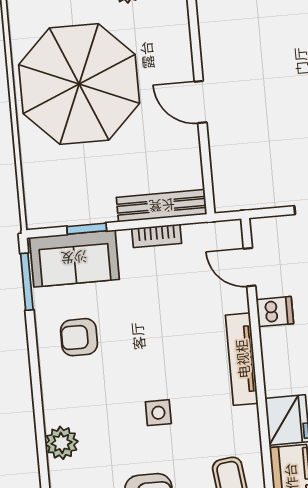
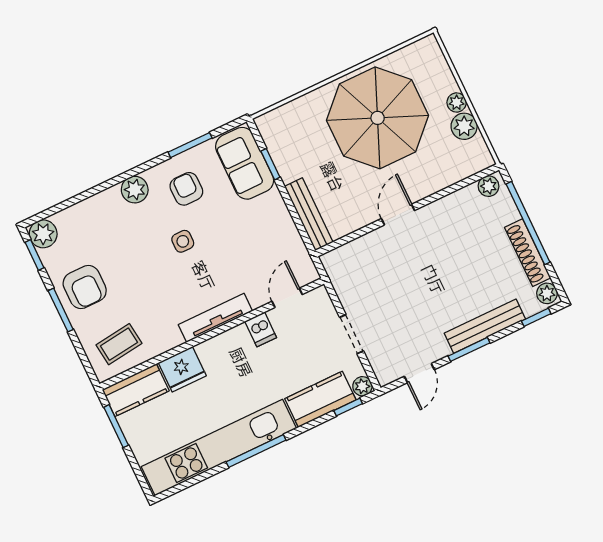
bookcase: (157, 236) -> (285, 219), removed
window: (27, 282) -> (190, 145), moved
side table: (158, 413) -> (183, 241), moved
plant: (62, 443) -> (135, 190), moved

